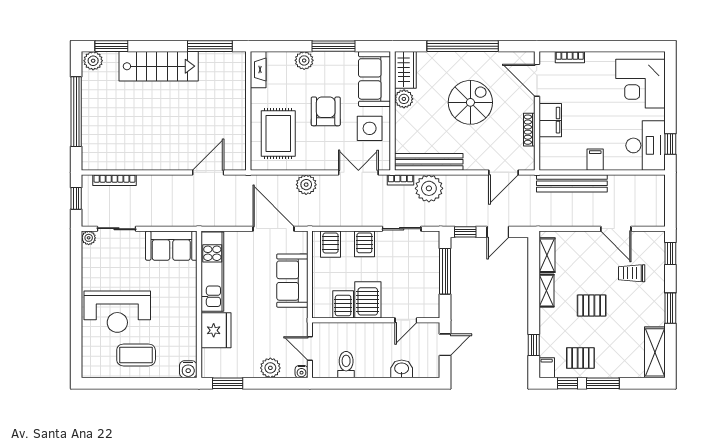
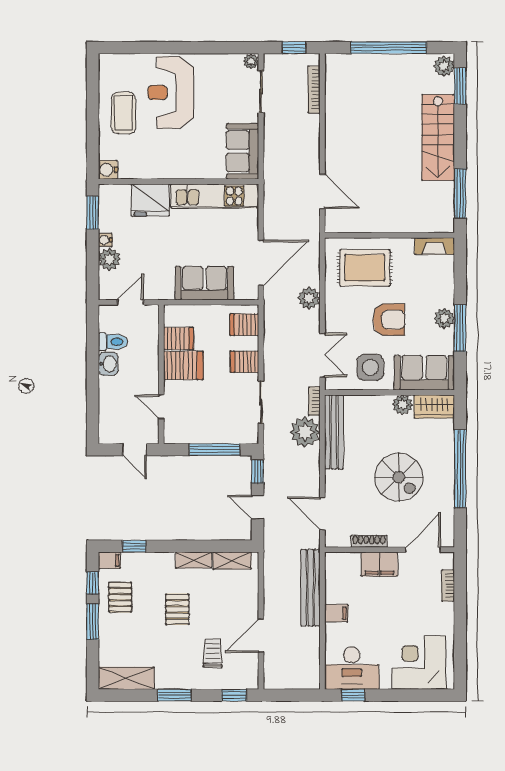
plant: (304, 60) -> (444, 318), moved
washbasin: (402, 369) -> (108, 364), moved
water cooler: (301, 372) -> (105, 240), moved

